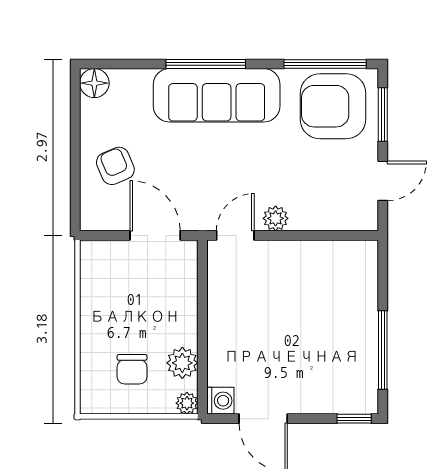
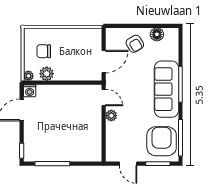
floor lamp: (94, 83) -> (157, 34), moved
armchair: (115, 166) -> (135, 44), turned 81

